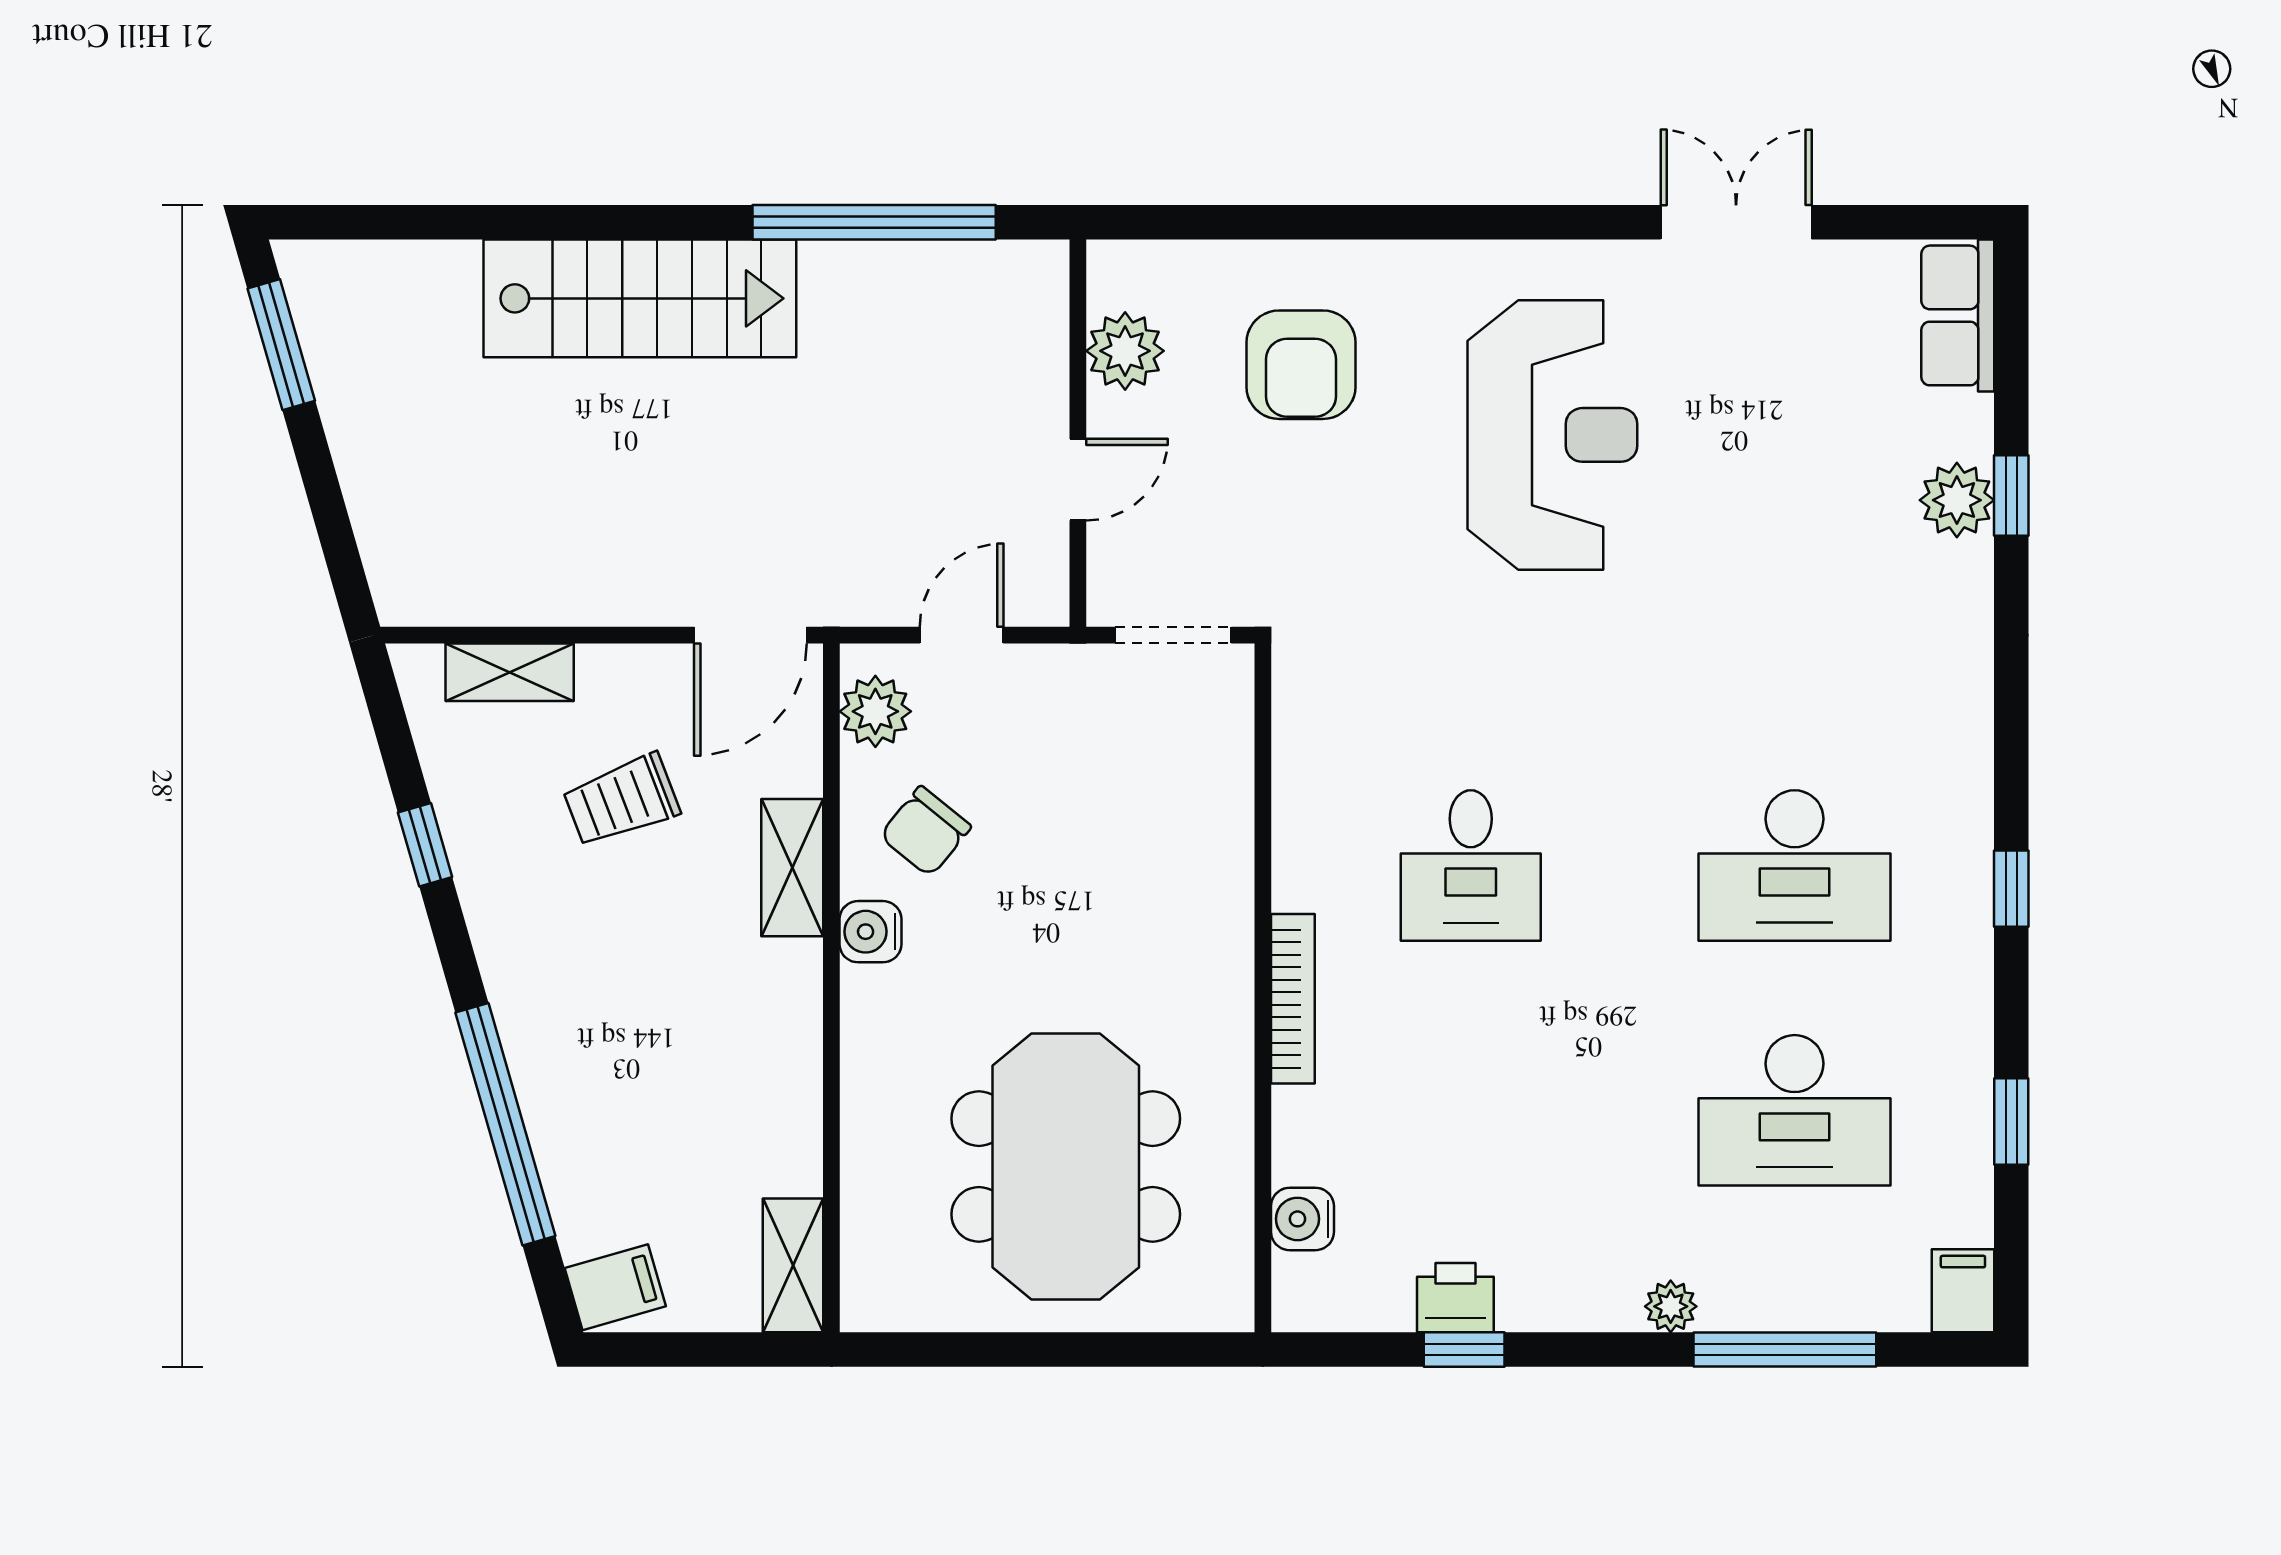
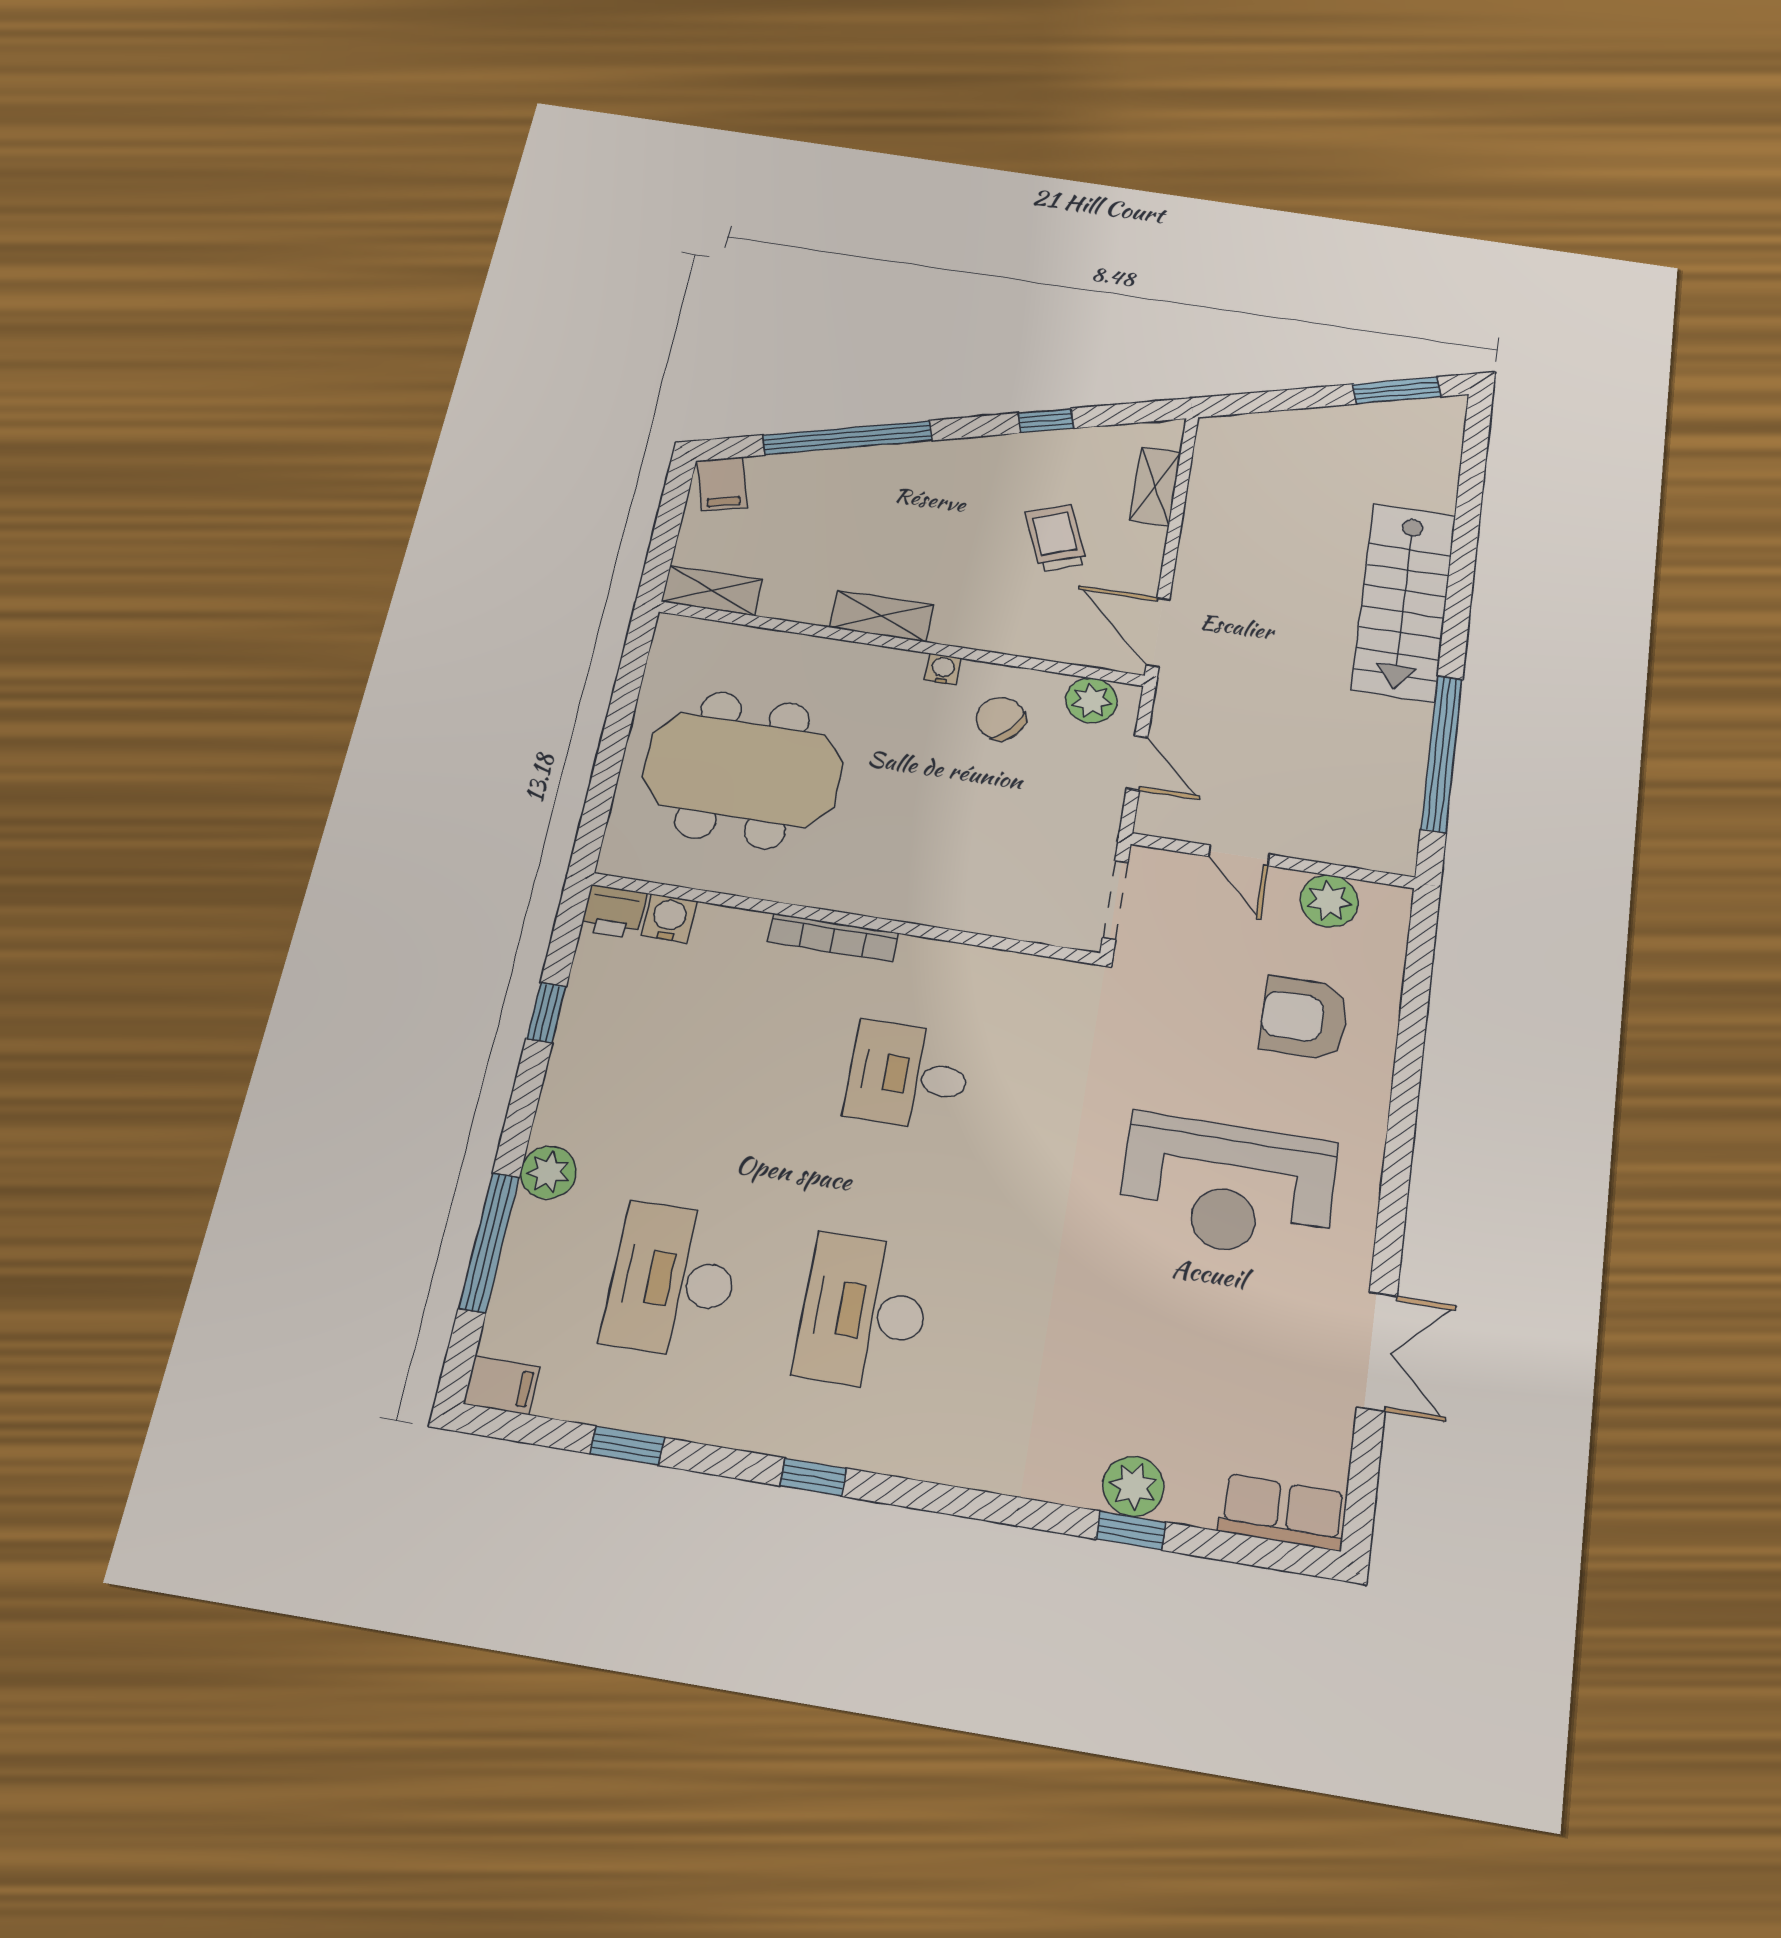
shelving: (792, 868) -> (881, 616), moved
water cooler: (870, 932) -> (943, 669), width x0.72, depth x0.72
printer: (1455, 1298) -> (614, 912), moved, turned 90
plant: (1671, 1306) -> (548, 1172), width x1.38, depth x1.38

